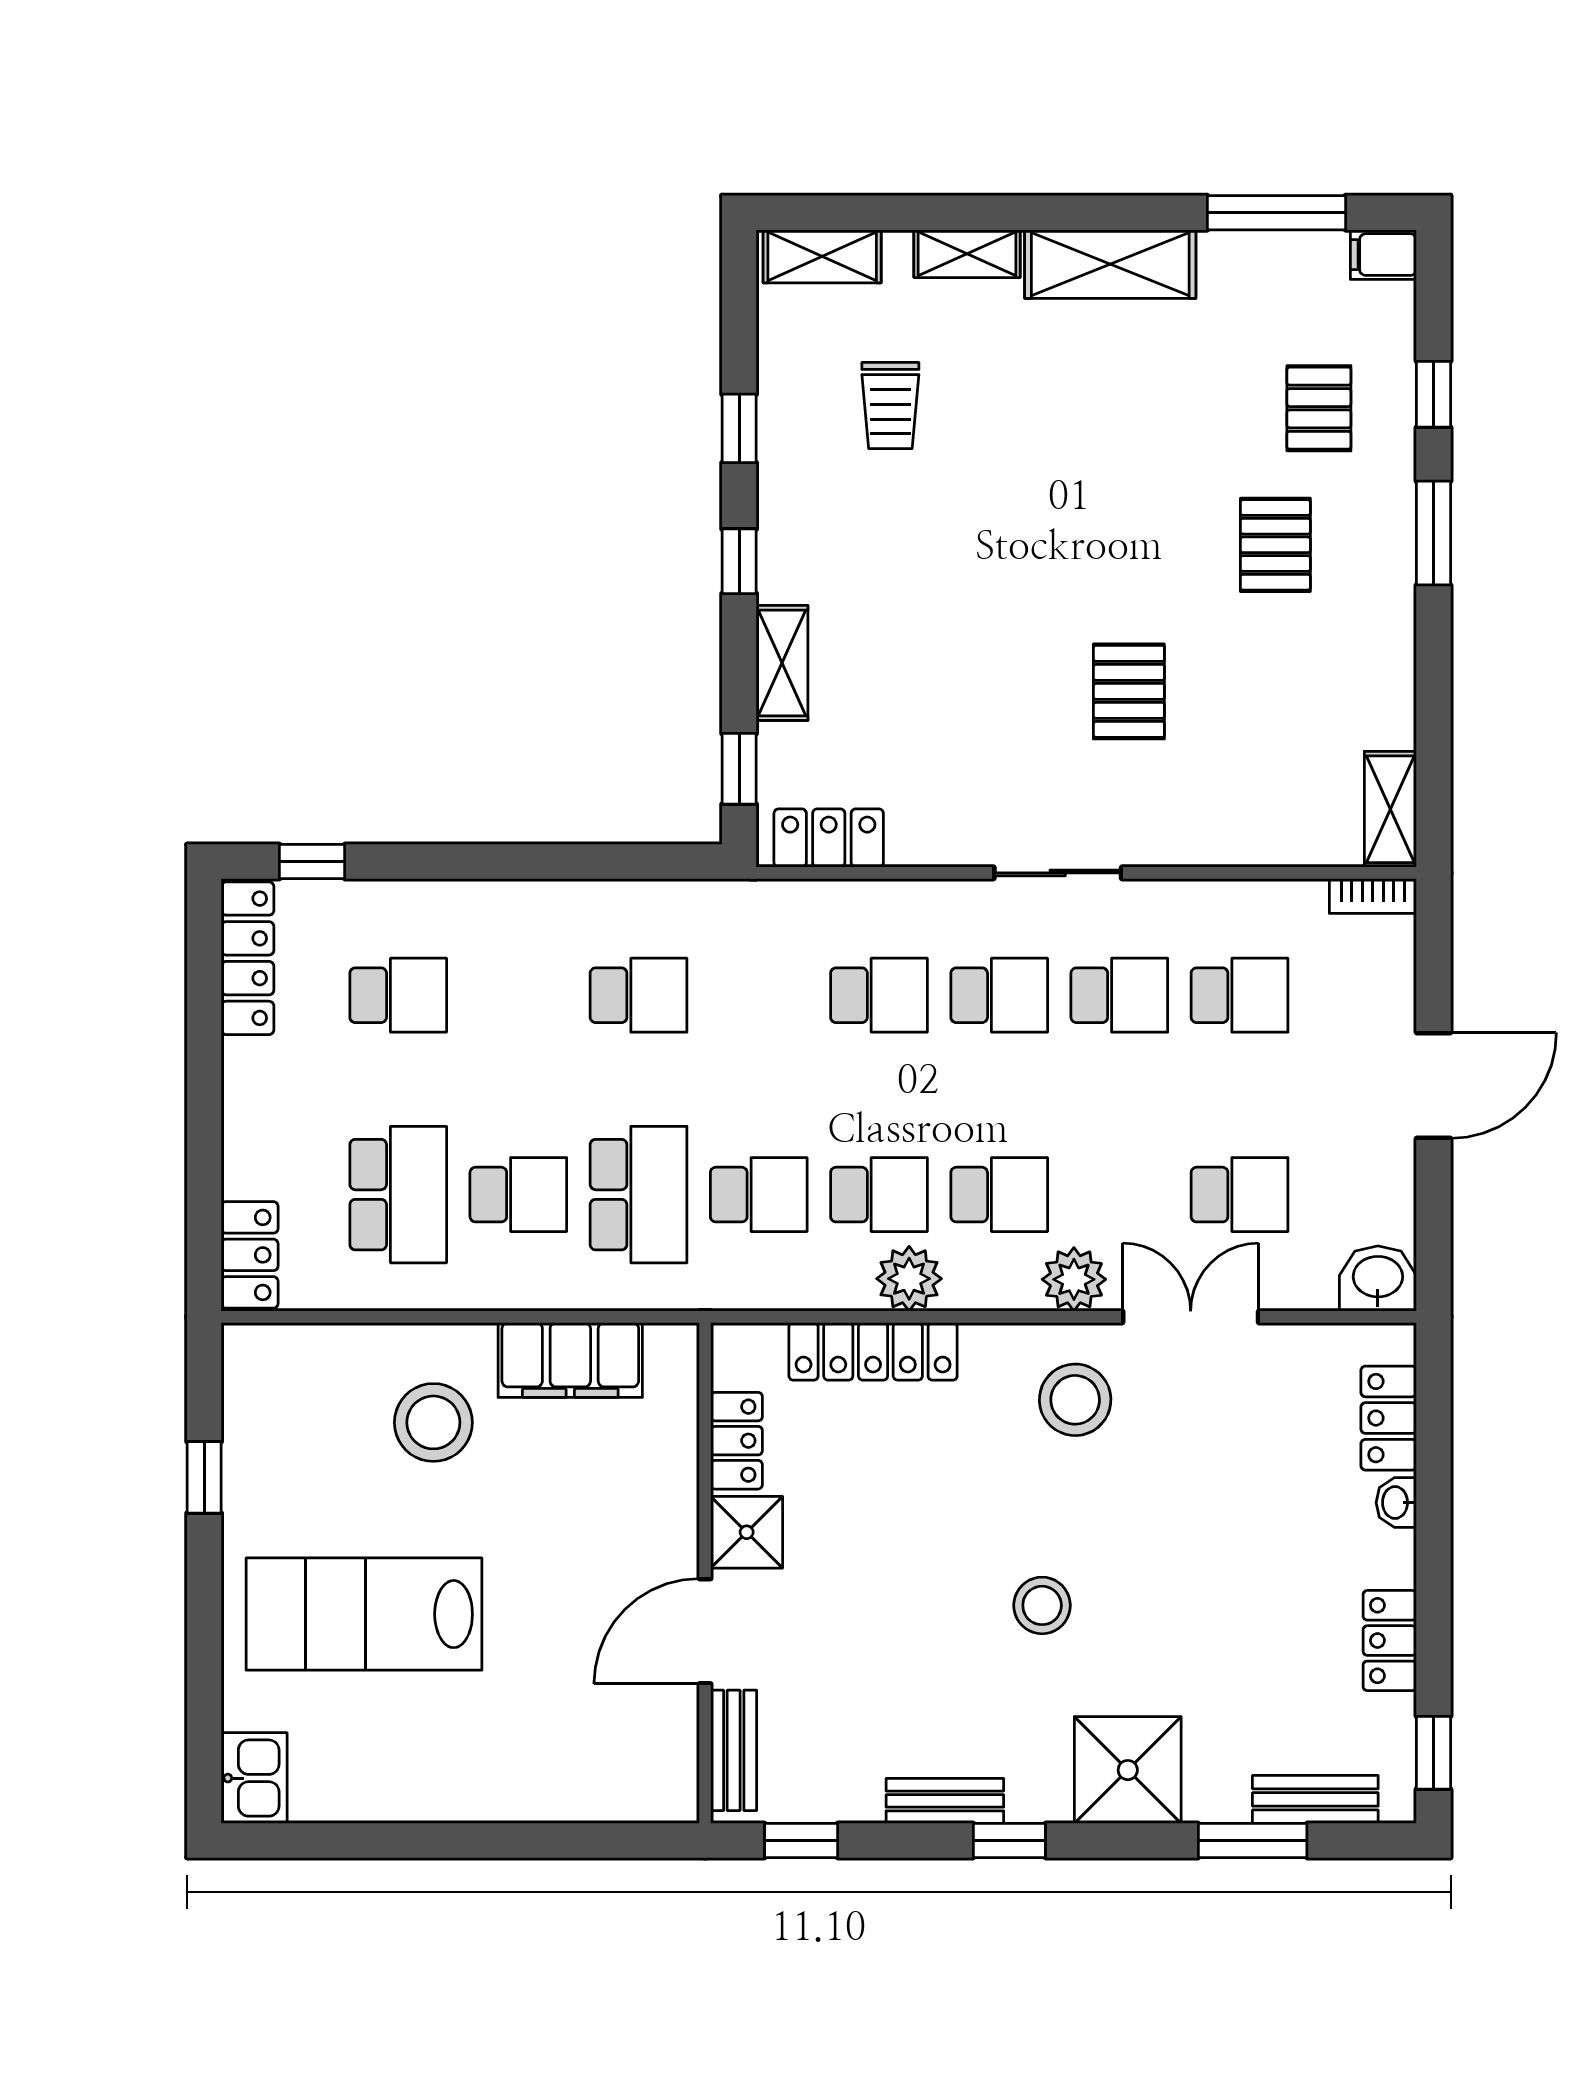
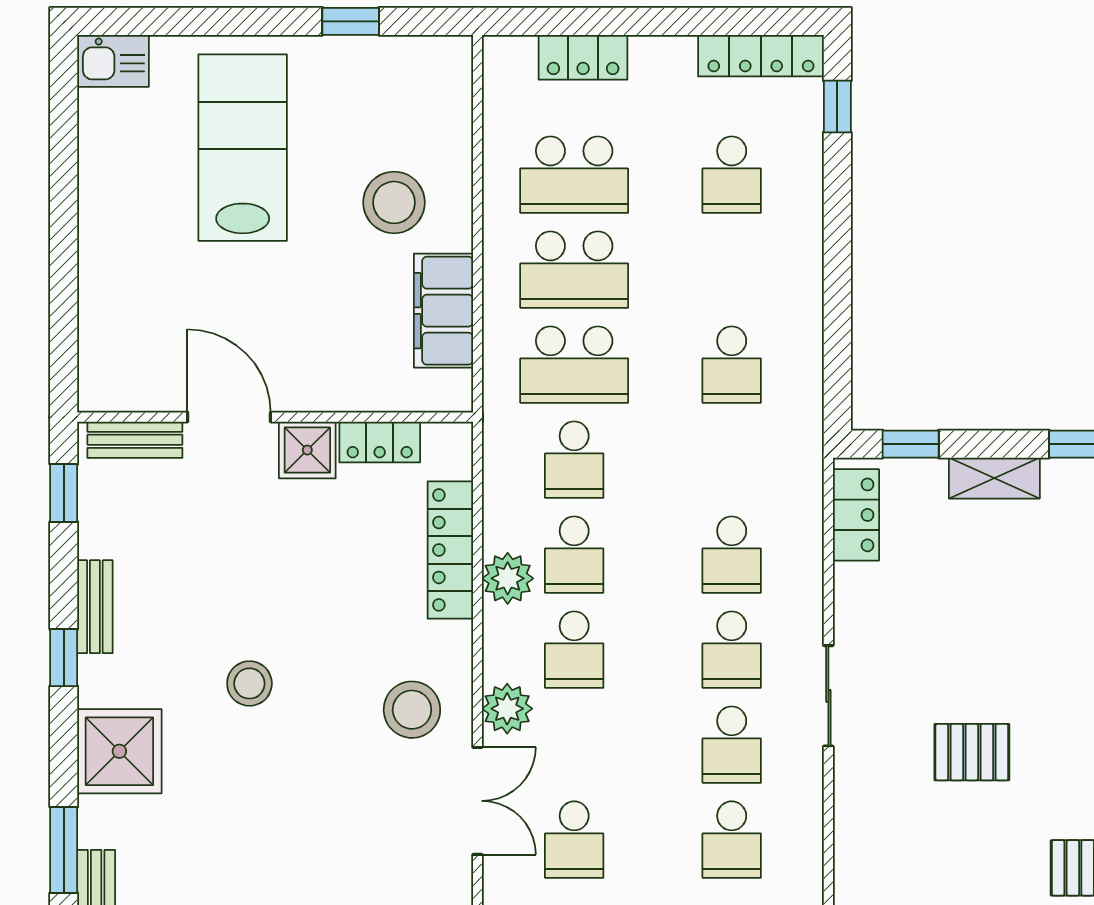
school desk: (518, 1195) -> (574, 270), width x1.85
locker: (250, 1255) -> (583, 57), moved

